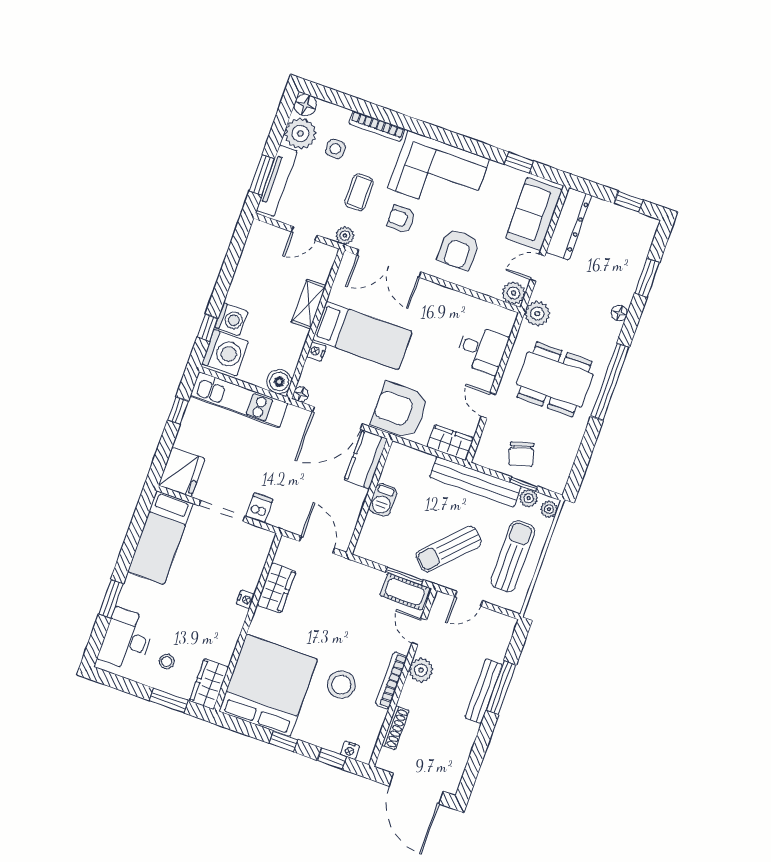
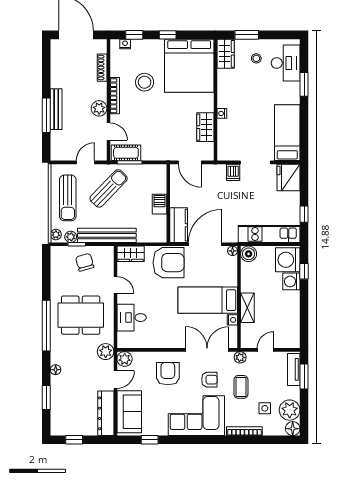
tv unit: (277, 181) -> (294, 369), width x0.71
nightstand: (316, 351) -> (232, 320), moved

